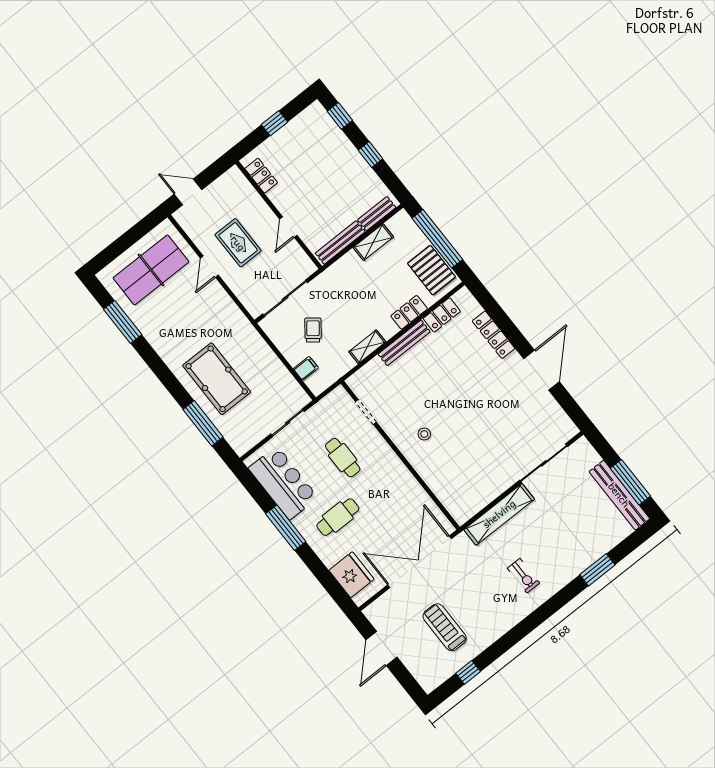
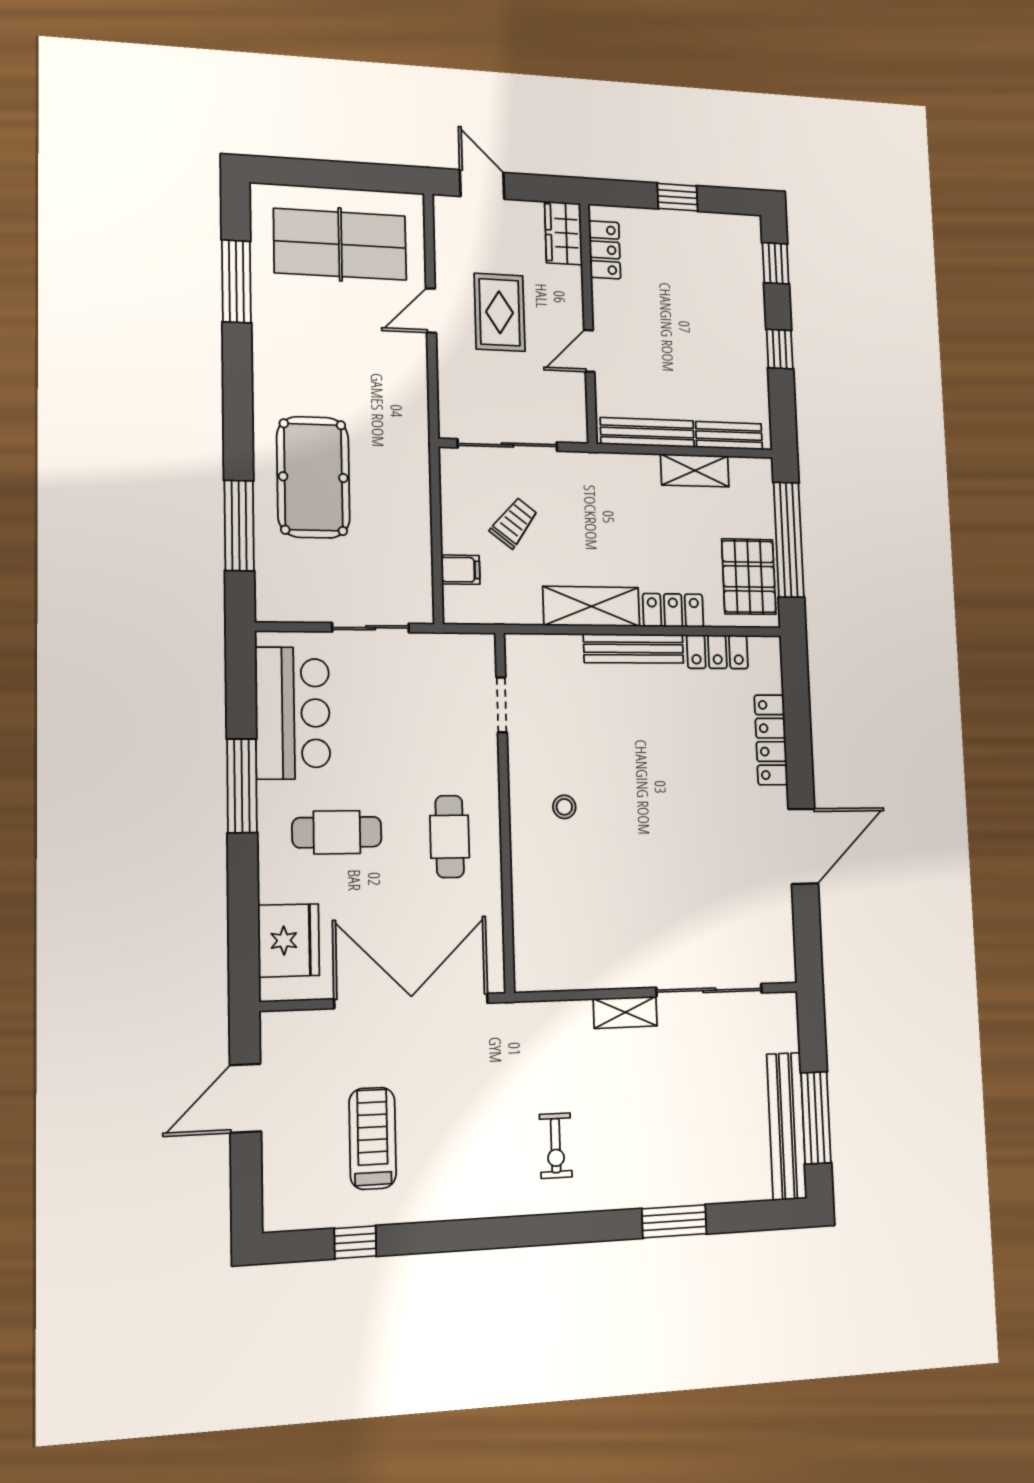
wardrobe: (238, 183) -> (564, 233), added
shelving: (367, 347) -> (591, 606), width x1.50, depth x1.33
cafe table: (343, 458) -> (450, 837), moved
shelving: (499, 514) -> (625, 1012), width x0.45, depth x0.75

